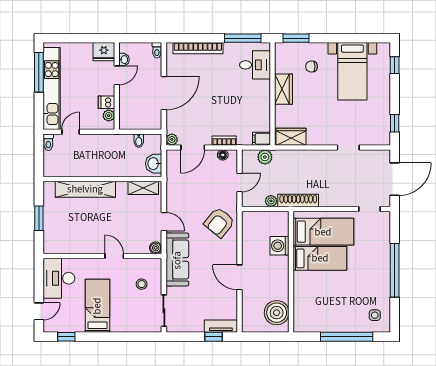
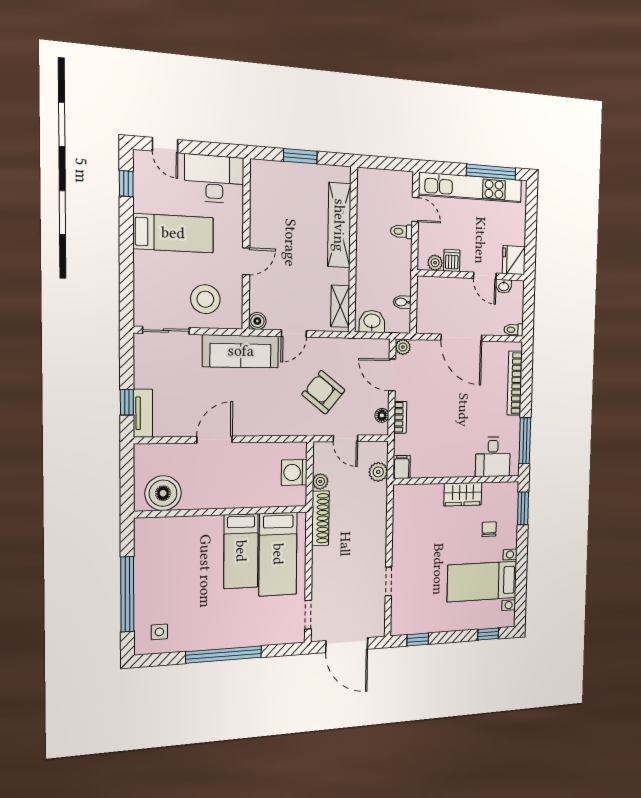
wardrobe: (291, 137) -> (404, 506), removed
toilet: (48, 142) -> (401, 231), moved
armchair: (219, 222) -> (323, 392), moved
washing machine: (280, 246) -> (294, 472), moved, turned -90
stool: (142, 284) -> (205, 299), width x1.89, depth x1.89

